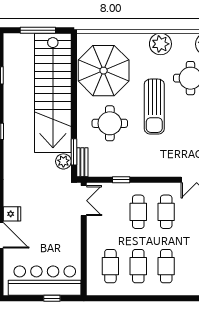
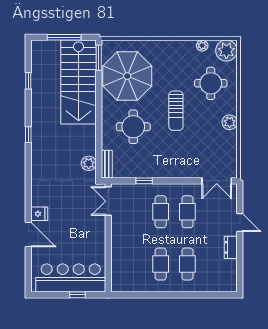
plant: (160, 44) -> (202, 46), moved, width x0.53, depth x0.53
stairs: (53, 93) -> (79, 82), width x0.73
sun lounger: (154, 107) -> (176, 111), width x0.73, depth x0.75
window: (74, 152) -> (99, 58), moved
double door: (84, 201) -> (108, 201), swing flipped
cafe table: (110, 266) -> (134, 264), removed

